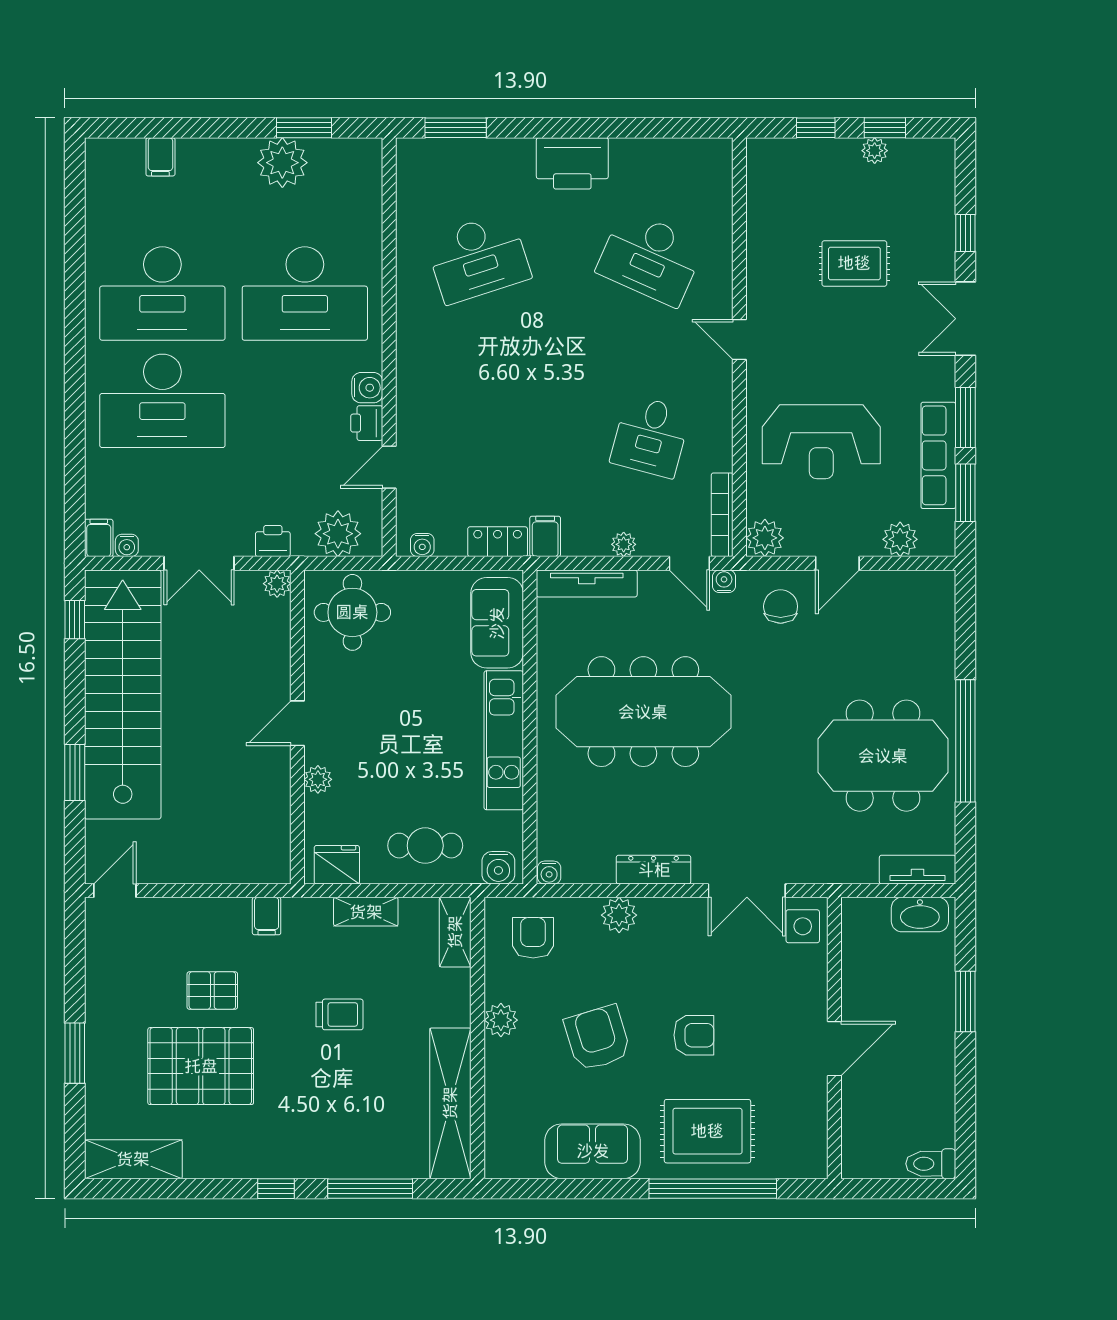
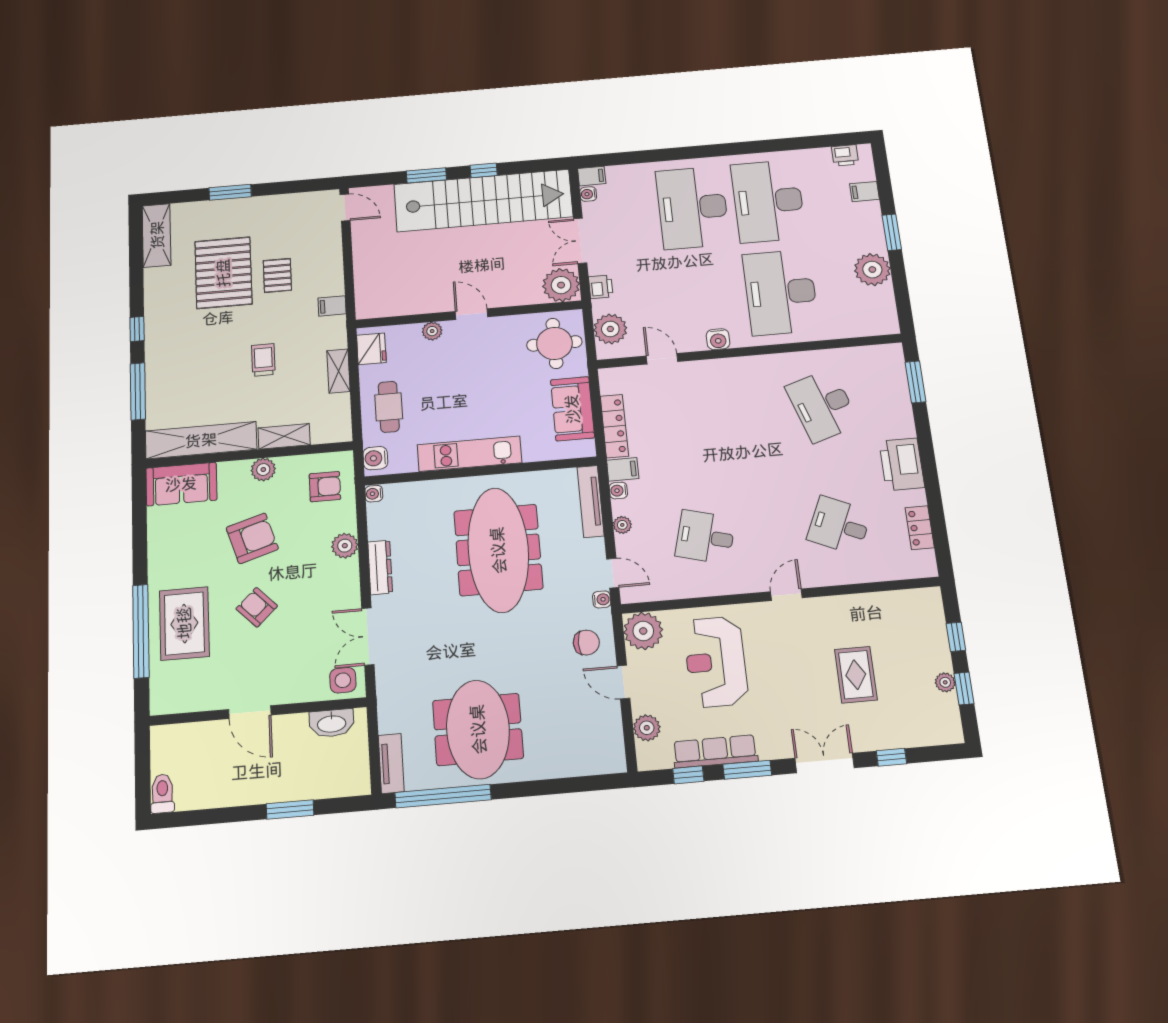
window: (304, 128) -> (892, 232), moved
locker: (663, 153) -> (920, 528), added
desk: (650, 258) -> (839, 525), width x0.73
printer: (367, 423) -> (845, 155), moved, turned 180
window: (965, 493) -> (688, 775), width x0.67
bookcase: (722, 515) -> (652, 594), removed
plant: (765, 538) -> (643, 631), width x1.36, depth x1.36
locker: (498, 542) -> (614, 426), width x1.53
water cooler: (422, 545) -> (618, 490), moved
door: (689, 563) -> (613, 573), swing flipped
plant: (277, 584) -> (561, 285), width x1.87, depth x1.87
window: (75, 620) -> (484, 170), moved
sofa: (497, 623) -> (572, 409), moved, turned -90
window: (965, 741) -> (443, 796), moved
washbasin: (920, 915) -> (332, 723), moved, turned -90
shelving: (455, 932) -> (284, 436), moved
trolley: (339, 1014) -> (263, 360), turned 180
armchair: (694, 1035) -> (257, 607), turned 136
sofa: (593, 1151) -> (181, 484), moved, turned 90

